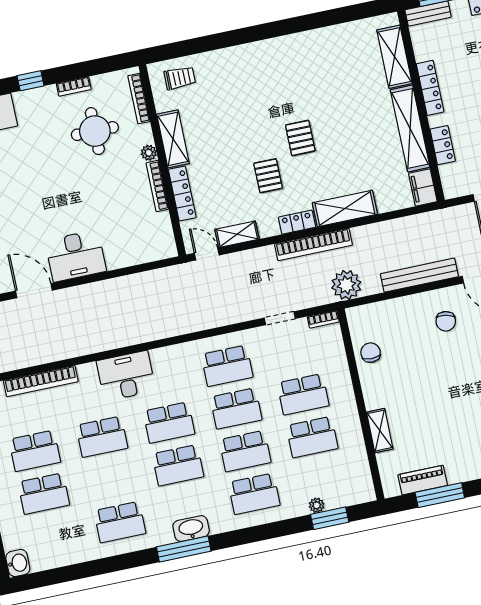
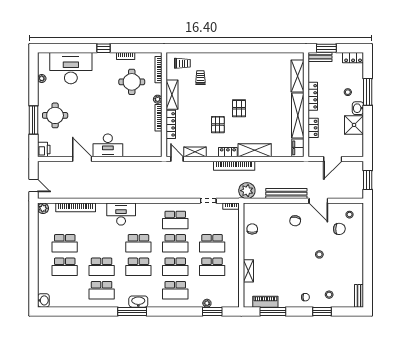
trolley: (218, 97) -> (200, 78), added
school desk: (102, 437) -> (102, 267), moved

